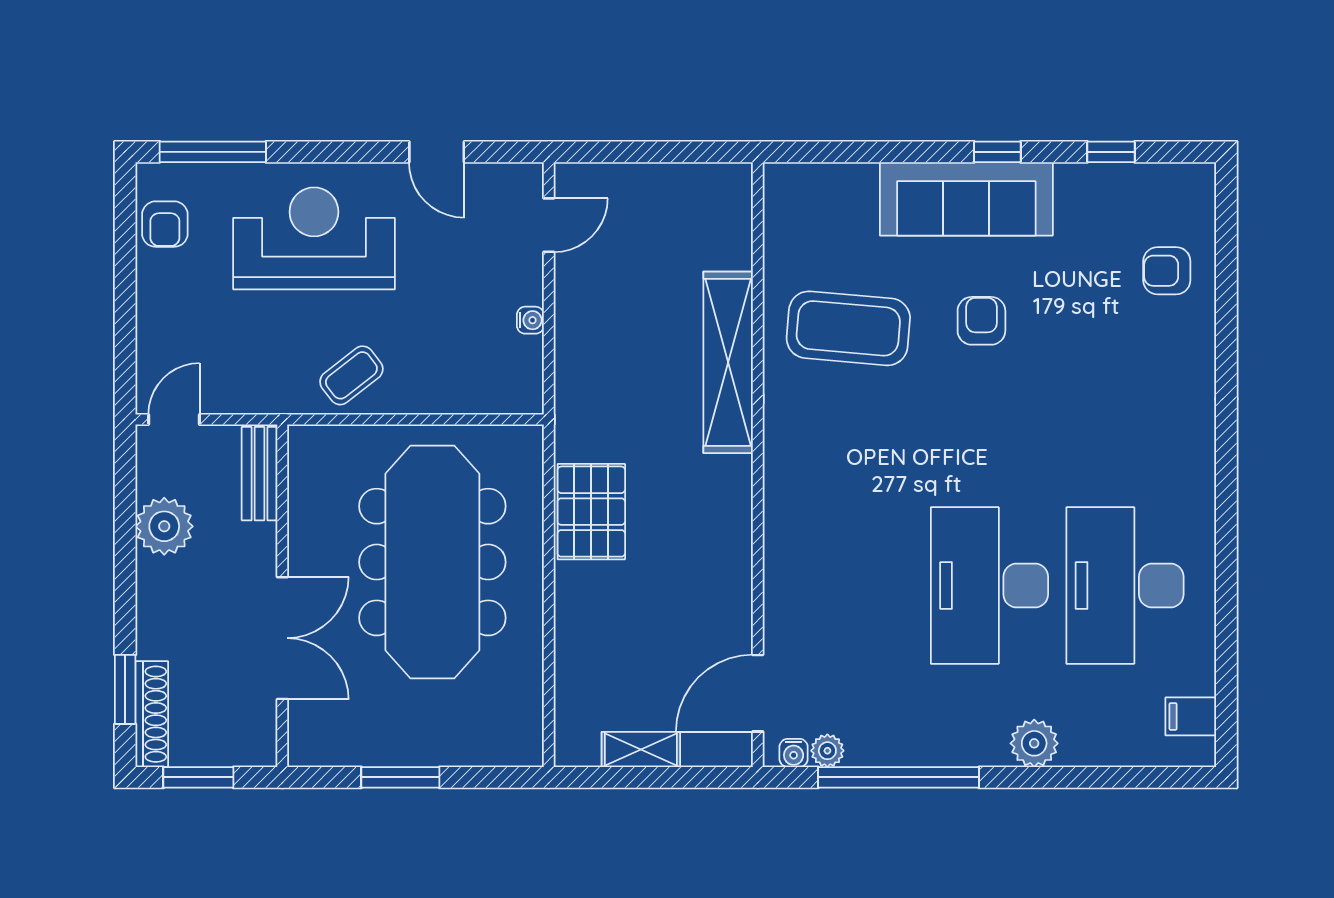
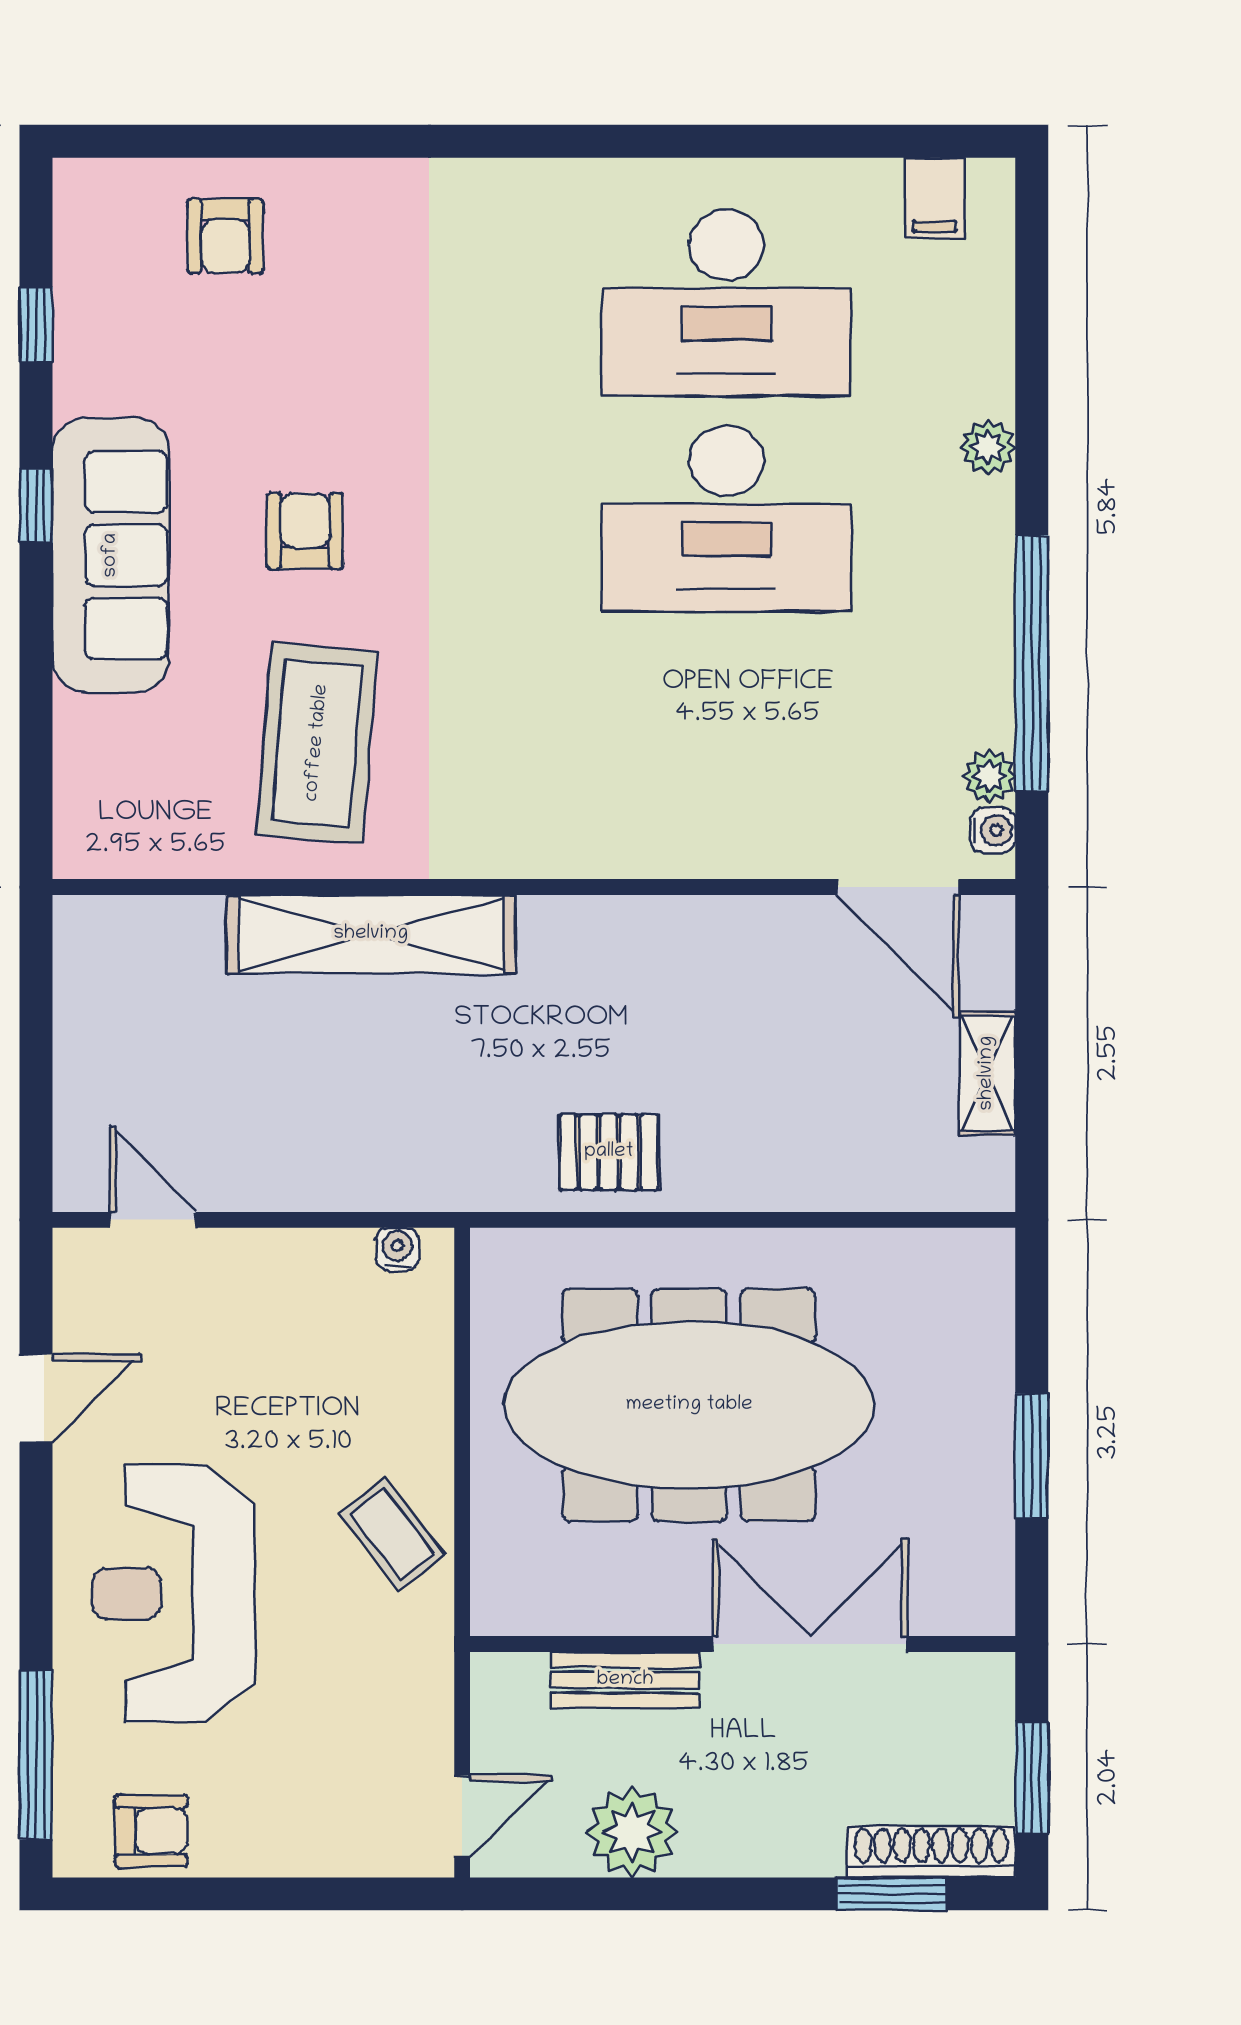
water cooler: (530, 320) -> (398, 1249), moved
armchair: (981, 321) -> (305, 531), turned 90
door: (174, 419) -> (462, 1816), swing flipped
bench: (259, 474) -> (625, 1680), moved
pallet: (591, 512) -> (609, 1152), width x0.67, depth x0.71
plant: (1034, 743) -> (988, 447), width x0.73, depth x0.73

